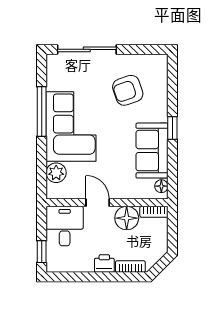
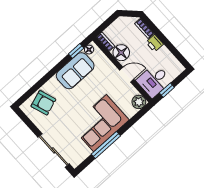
armchair: (128, 90) -> (43, 103), moved
window: (172, 128) -> (76, 51), moved
plant: (56, 173) -> (139, 102), moved
door: (98, 203) -> (127, 75), swing flipped
window: (42, 252) -> (167, 90), moved

